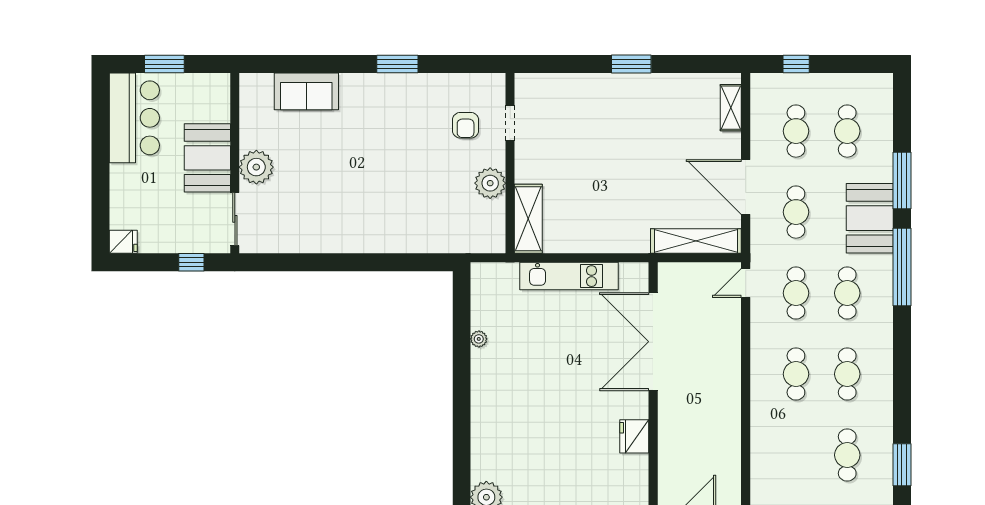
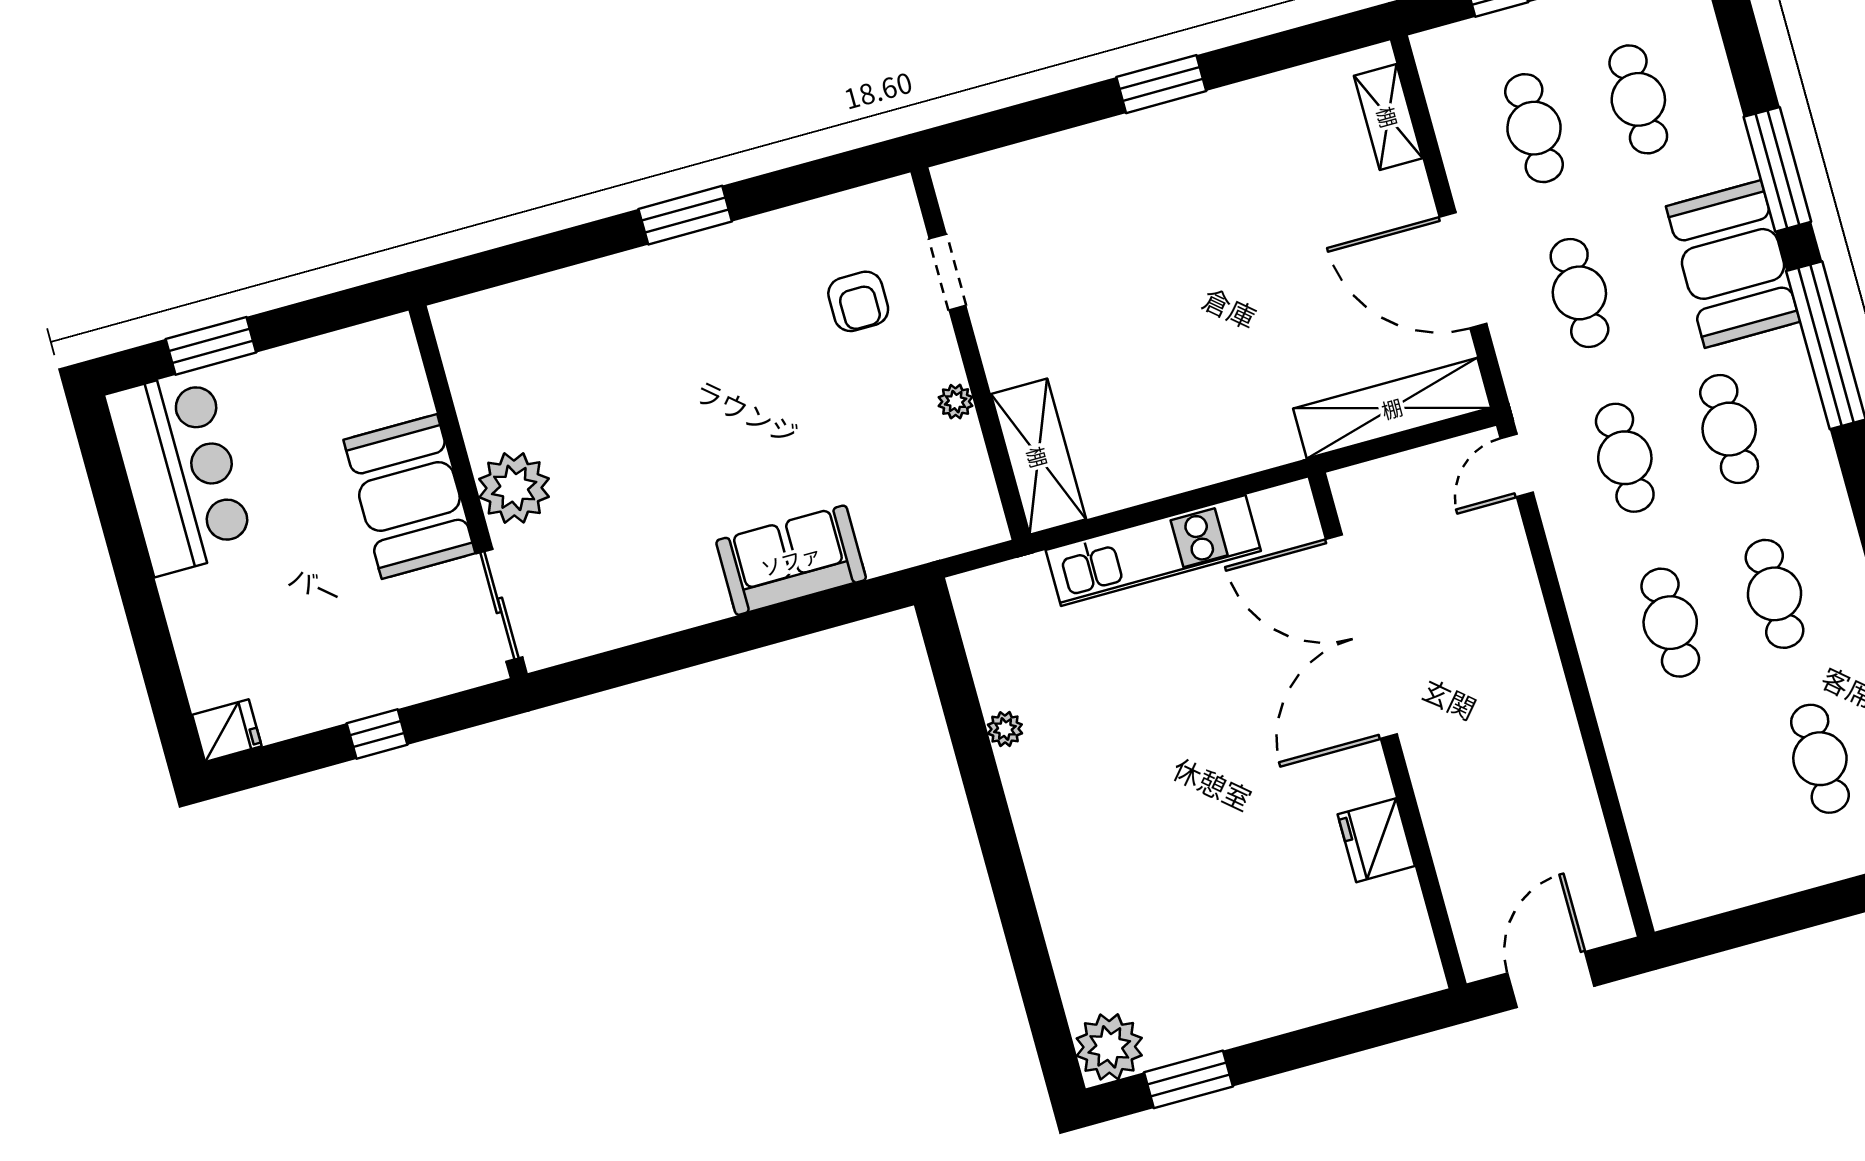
sofa: (306, 91) -> (791, 560), moved, turned 180
booth: (207, 158) -> (409, 497), moved
wall: (235, 163) -> (468, 492), moved
plant: (256, 167) -> (514, 488), moved
plant: (490, 183) -> (956, 402), width x0.53, depth x0.53
sliding door: (235, 219) -> (499, 605), moved

